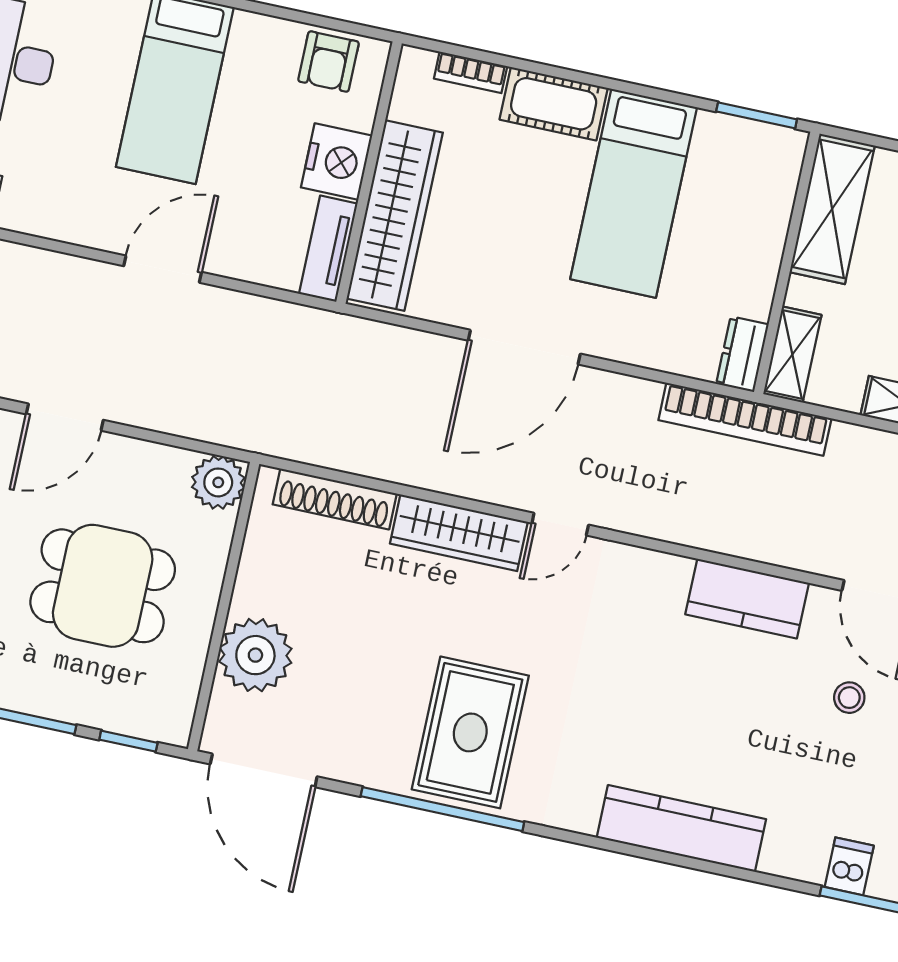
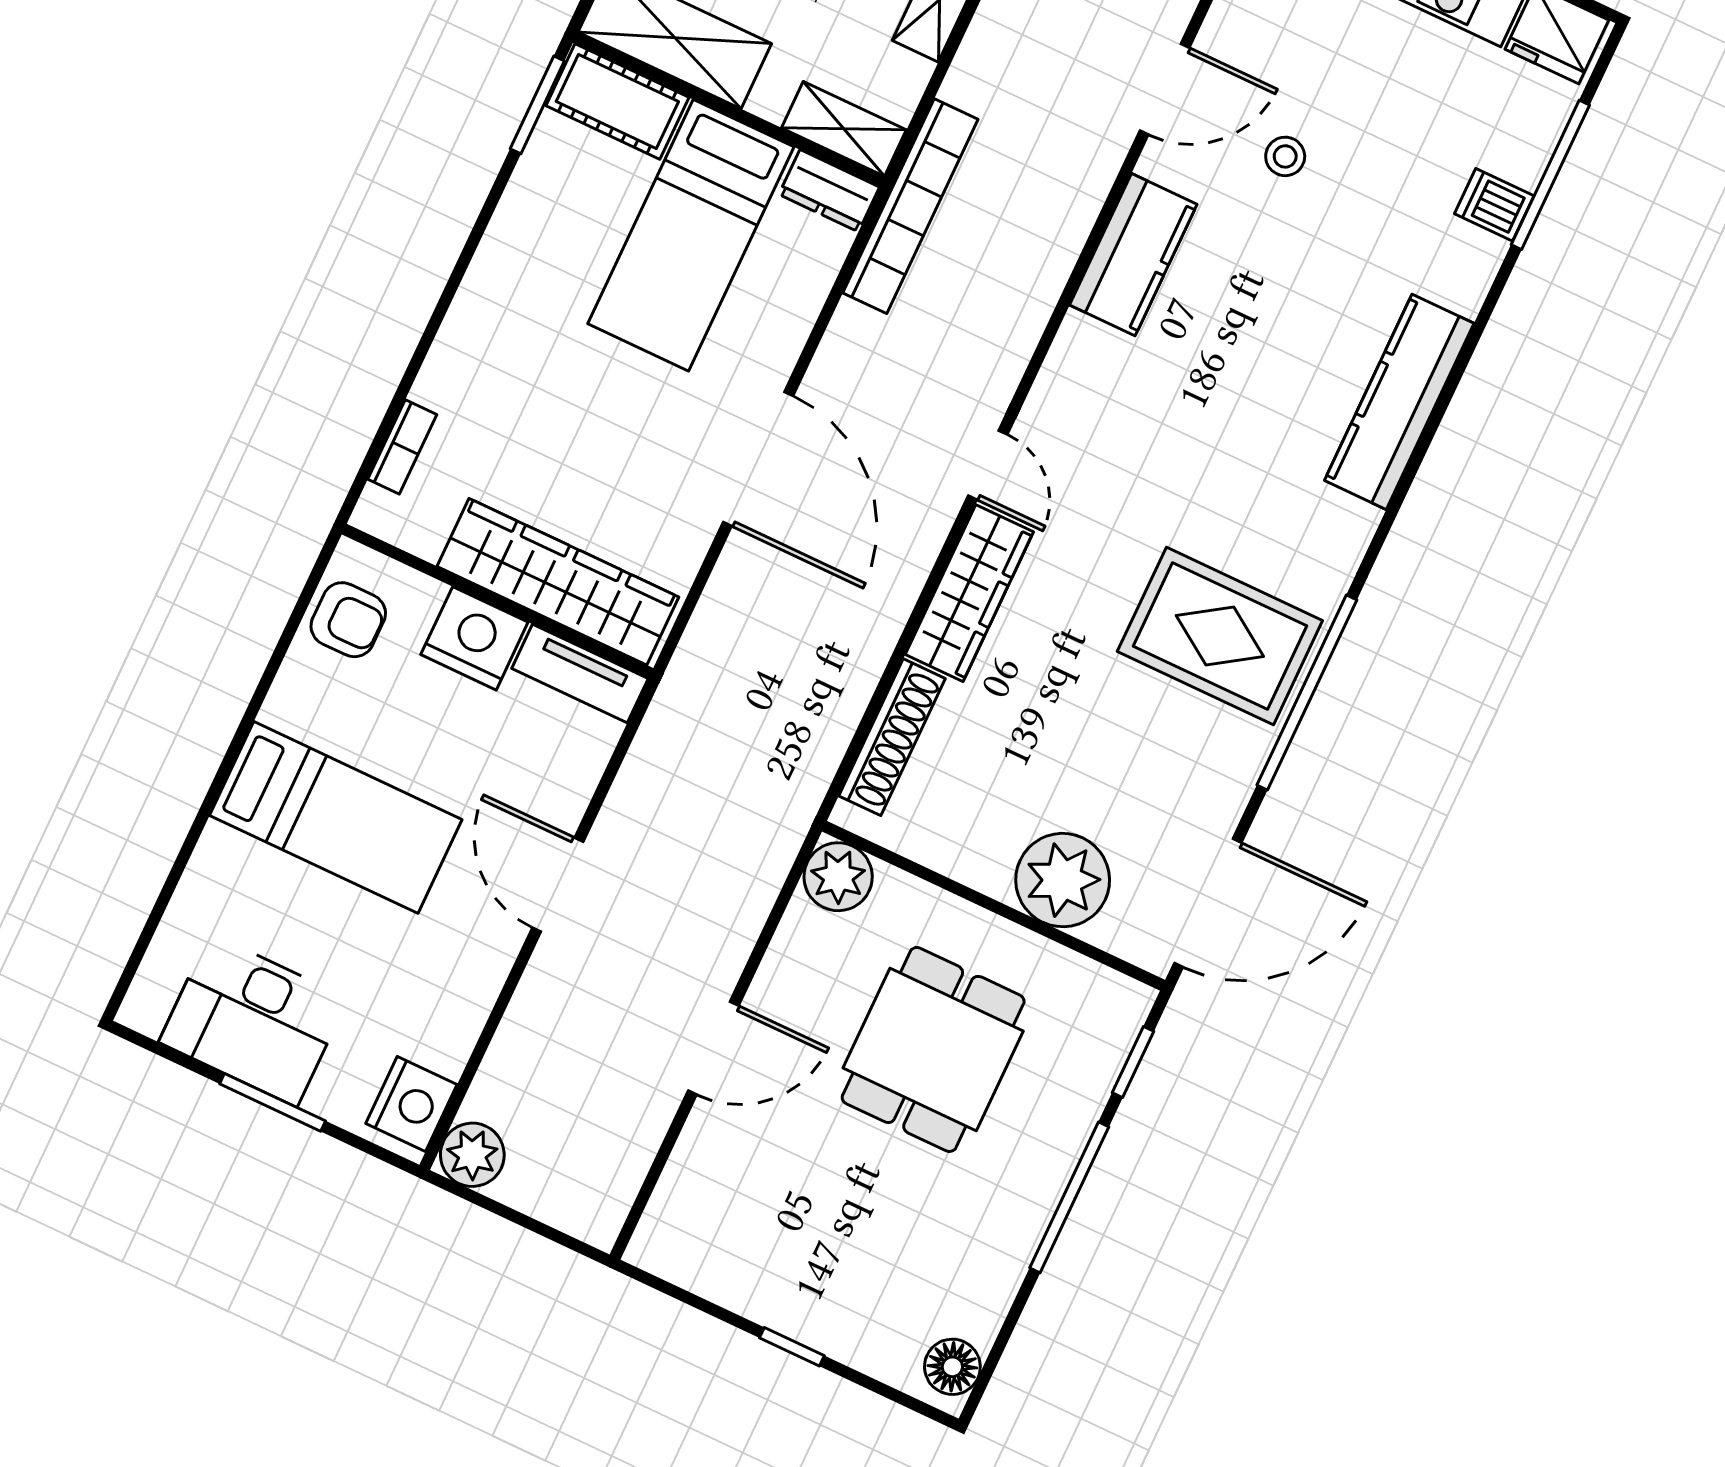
cot: (554, 104) -> (617, 102), moved, turned 90
bed: (634, 193) -> (691, 235), moved, turned 90
door: (65, 417) -> (713, 1048), hinge flipped

